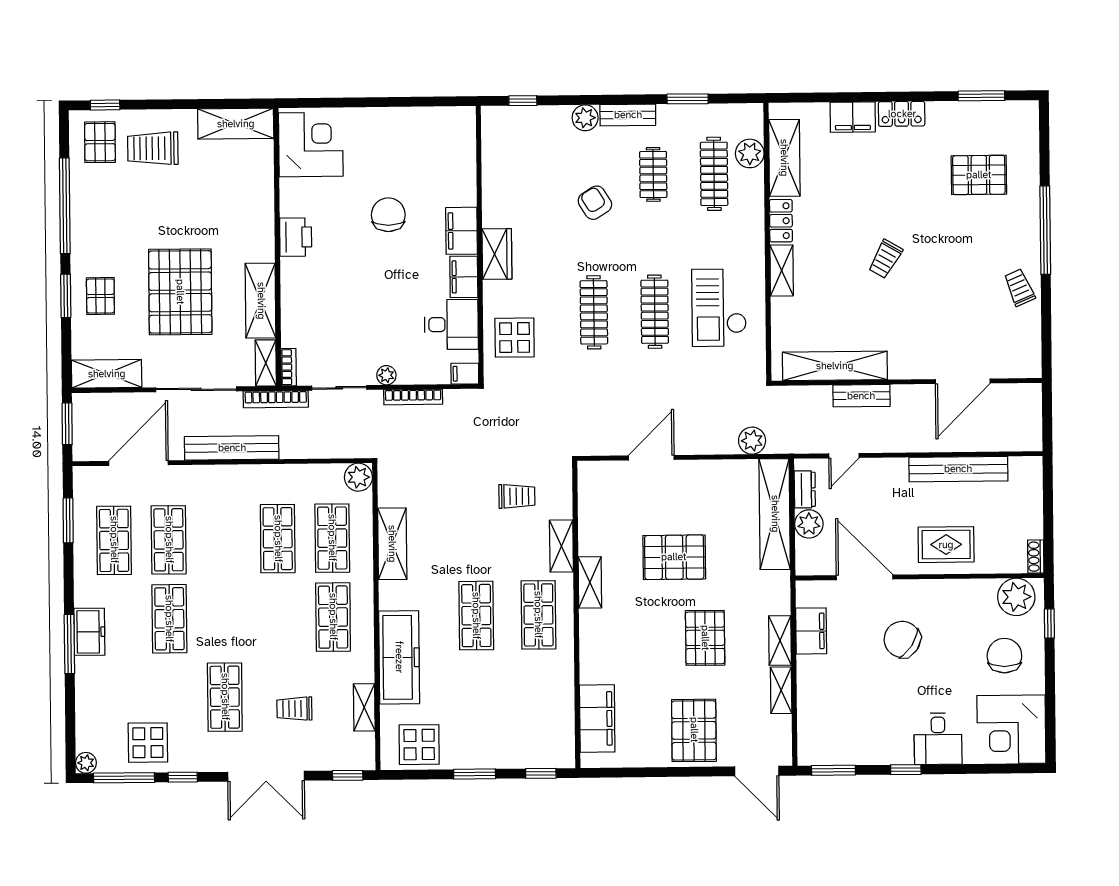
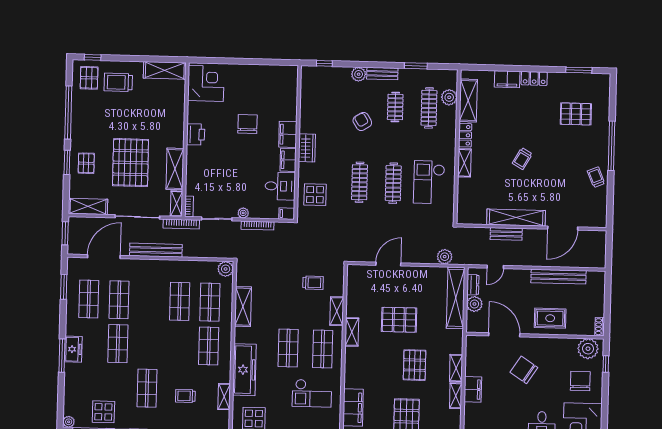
shelving: (835, 366) -> (516, 217), moved
filing cabinet: (811, 631) -> (473, 389), moved
checkout: (522, 695) -> (312, 393), added

